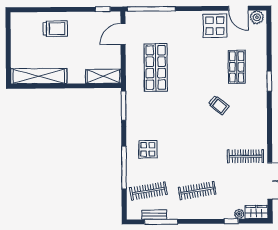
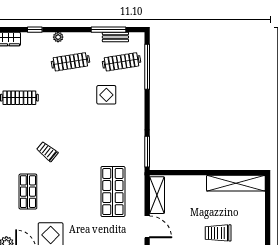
door: (123, 34) -> (147, 227), hinge flipped
shelving: (103, 76) -> (157, 195), moved, turned 90
display table: (148, 149) -> (106, 95), moved
window: (124, 168) -> (147, 67), moved
plant: (239, 214) -> (58, 37), moved

